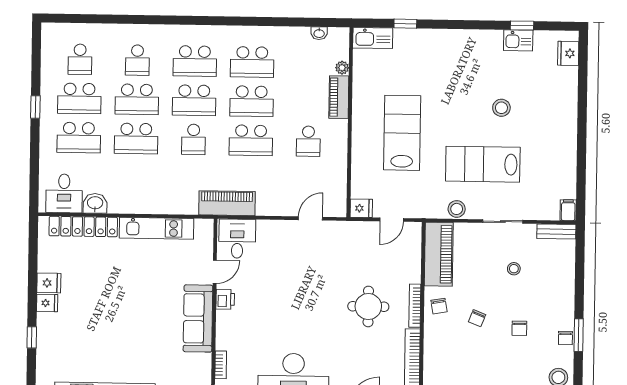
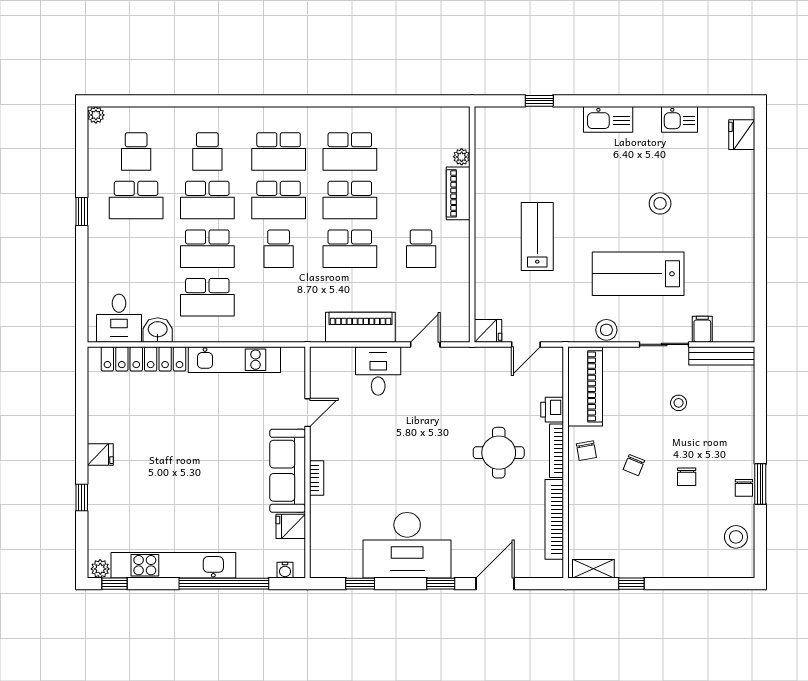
window: (522, 25) -> (684, 101), removed
plant: (48, 29) -> (96, 115), added
washbasin: (319, 33) -> (432, 114), removed
kitchen sink: (373, 38) -> (608, 119), moved
lab bench: (402, 133) -> (537, 236), width x0.73, depth x0.72
school desk: (79, 138) -> (207, 297), moved
piano: (227, 203) -> (360, 327), moved
filing cabinet: (568, 210) -> (702, 329), moved
bench: (556, 232) -> (722, 356), width x1.36
desk: (237, 239) -> (378, 371), moved
fridge: (49, 283) -> (291, 526), moved, turned 180
printer: (225, 299) -> (552, 410), moved, turned 180
bookcase: (221, 365) -> (317, 478), moved

